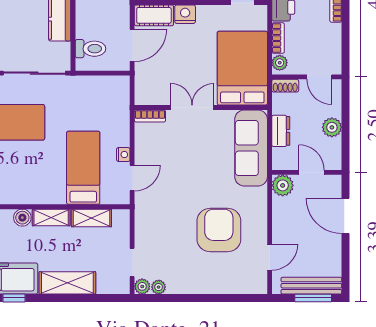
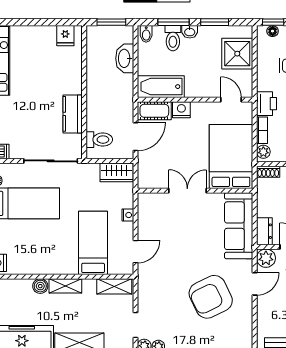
wardrobe: (110, 86) -> (117, 172), added
bookcase: (150, 116) -> (151, 198), removed
dresser: (281, 131) -> (264, 231), moved
nightstand: (123, 155) -> (128, 215), moved
shelving: (91, 218) -> (114, 286), moved
armchair: (219, 230) -> (211, 297), turned -116
door: (270, 257) -> (255, 284), moved

